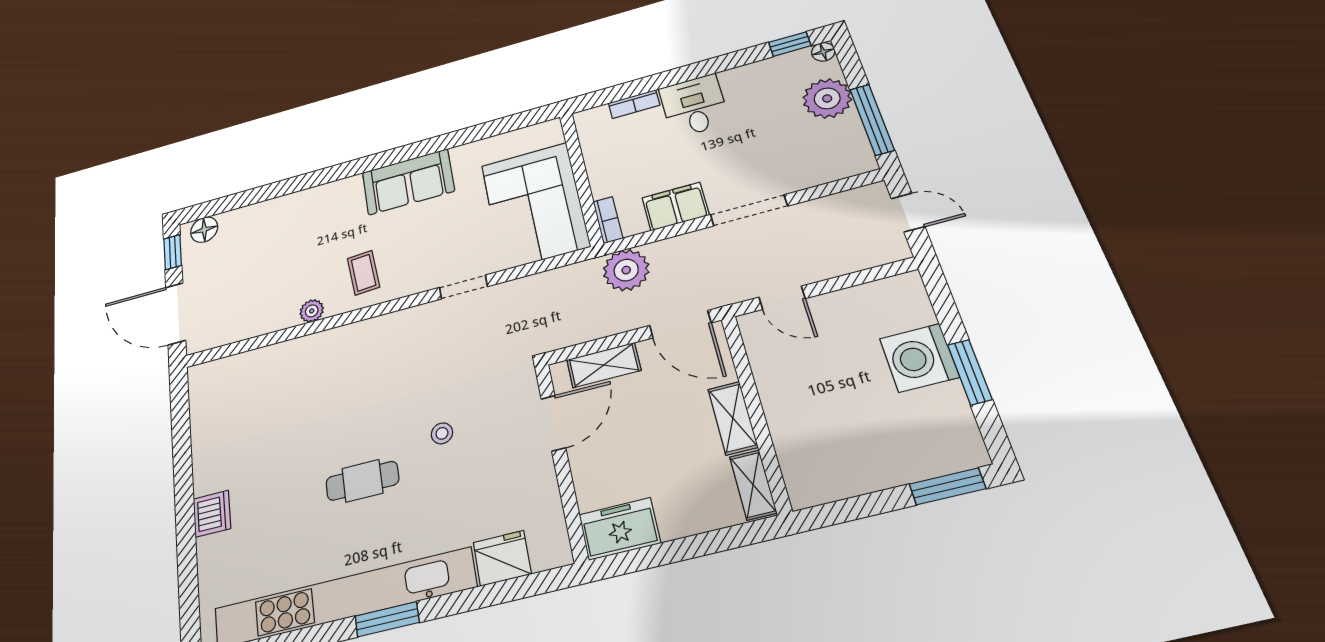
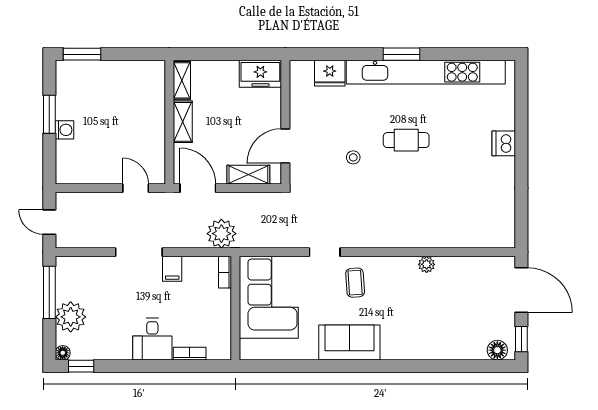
filing cabinet: (675, 206) -> (172, 269), width x0.50
coffee table: (363, 273) -> (355, 283), moved
washing machine: (919, 358) -> (64, 130), width x0.53, depth x0.53

